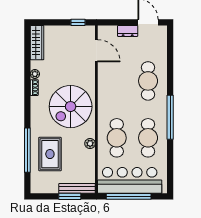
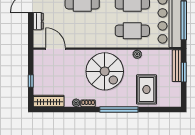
window: (78, 22) -> (31, 81), moved
door: (96, 51) -> (56, 49), hinge flipped
window: (27, 150) -> (119, 109), moved
rug: (50, 154) -> (146, 89), turned 90

